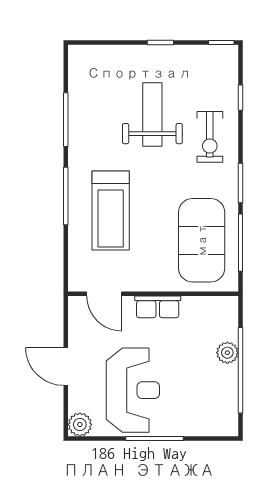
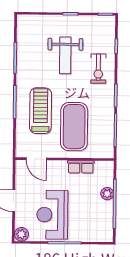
weight bench: (152, 114) -> (65, 55), turned 180
treadmill: (111, 211) -> (41, 111), turned 180
exercise mat: (202, 240) -> (74, 127), moved
row of seats: (158, 307) -> (81, 167), moved
reception desk: (133, 390) -> (52, 215), turned 180

